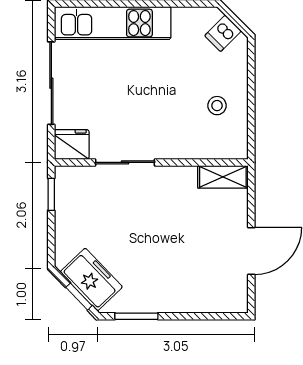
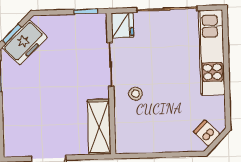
stool: (217, 106) -> (135, 94), moved
shelving: (223, 177) -> (99, 127), width x1.50, depth x1.33

